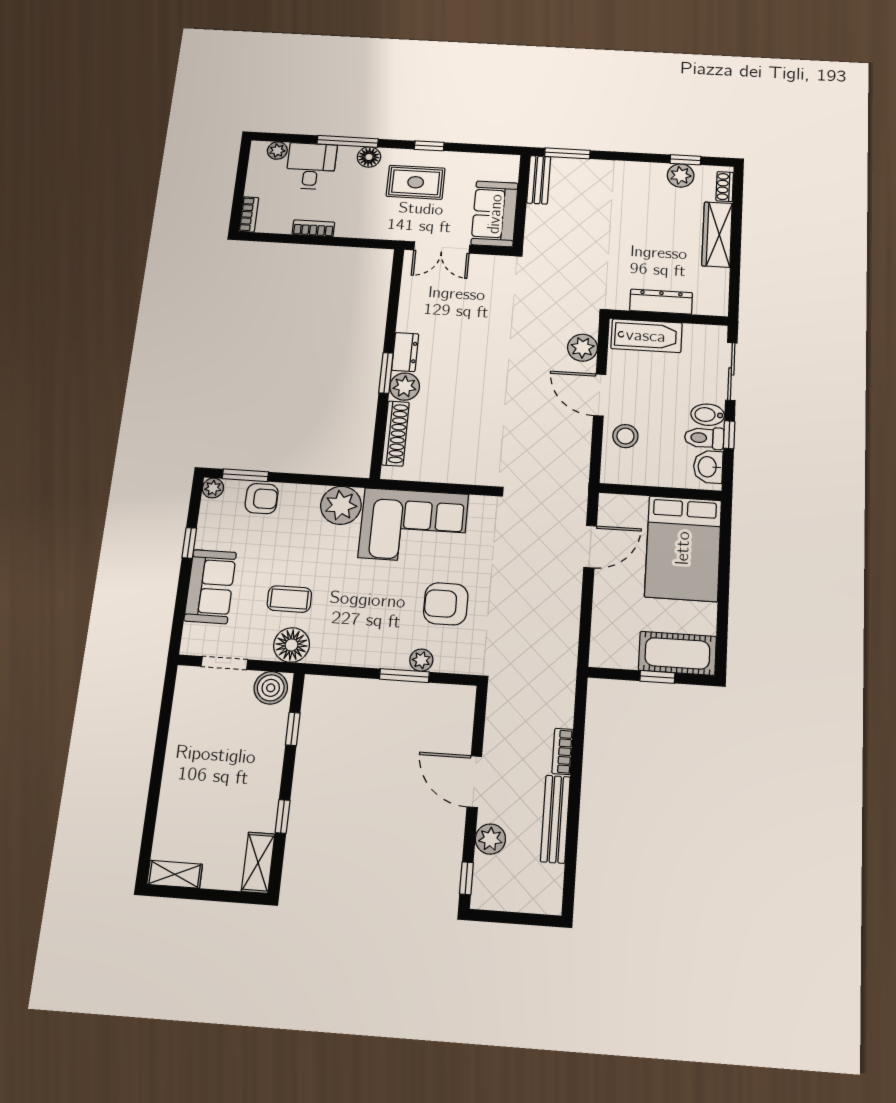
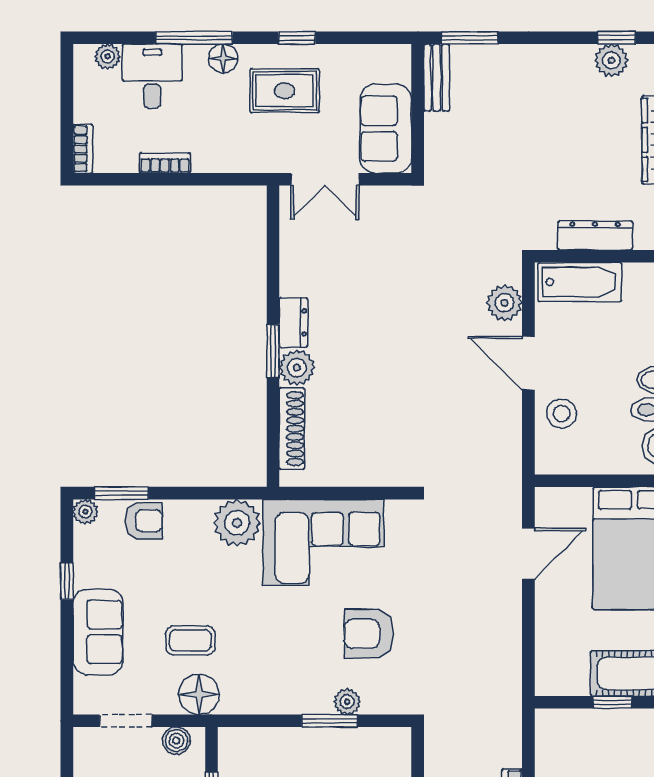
boiler: (271, 688) -> (176, 741), width x0.73, depth x0.73

